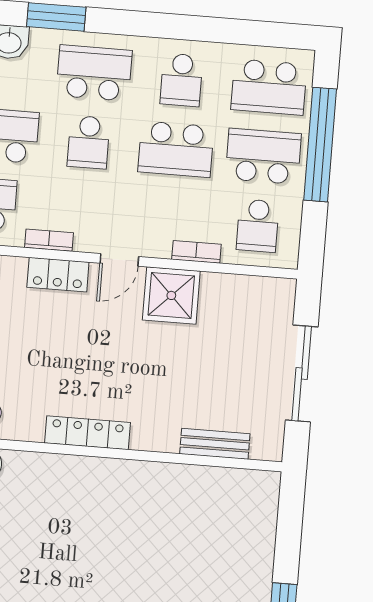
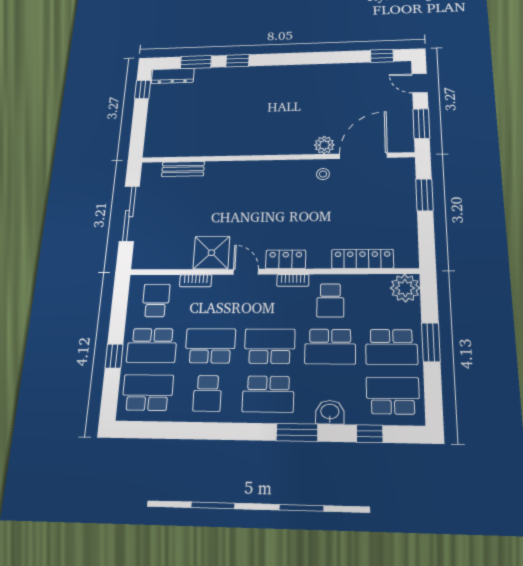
school desk: (181, 80) -> (207, 393), turned 180
school desk: (89, 142) -> (270, 346), width x1.85
window: (320, 145) -> (114, 356), width x0.32
door: (119, 260) -> (246, 272), hinge flipped
locker: (88, 433) -> (262, 168), removed

